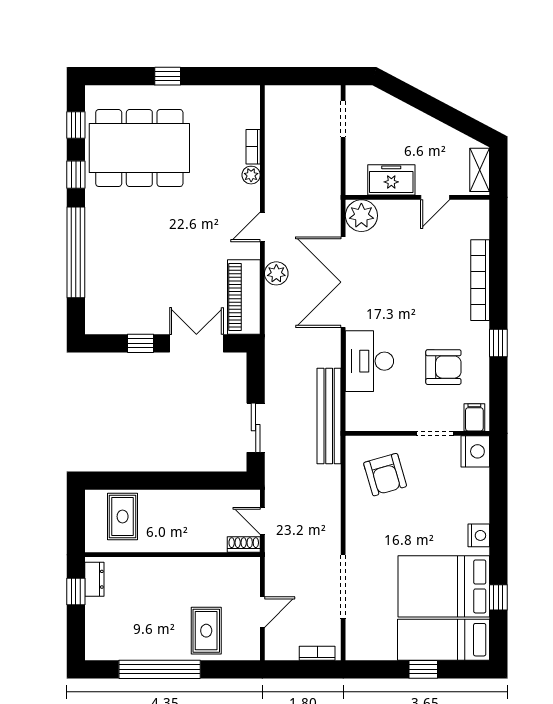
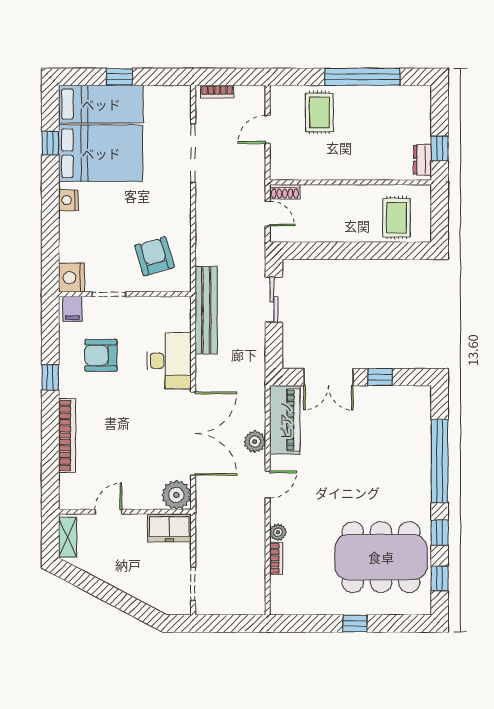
freezer: (391, 180) -> (169, 528), moved

